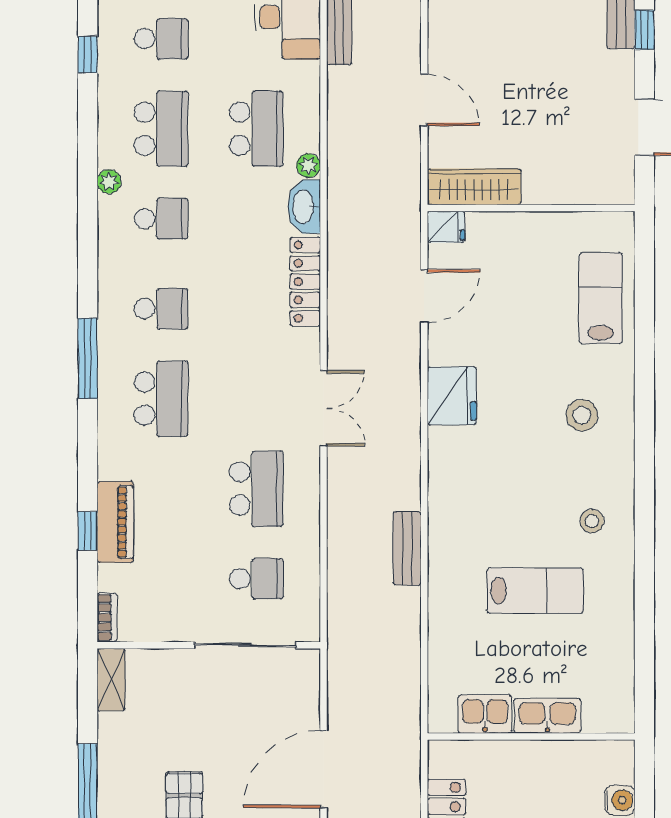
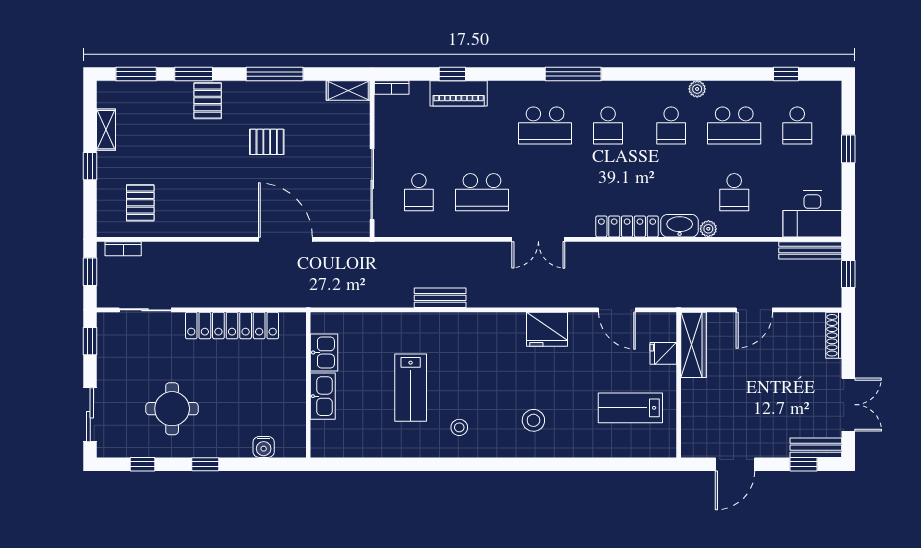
school desk: (256, 129) -> (734, 192), width x0.54
fridge: (446, 227) -> (663, 353), moved, turned 90
lab bench: (601, 298) -> (630, 408), moved, turned 180

